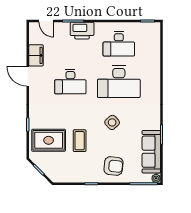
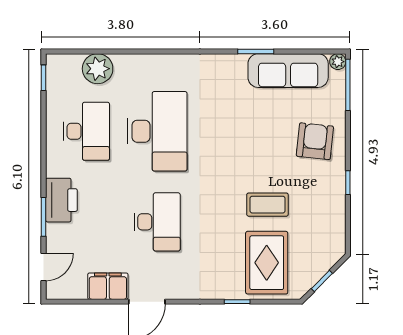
plant: (152, 50) -> (98, 69), added
side table: (112, 122) -> (233, 144), removed

